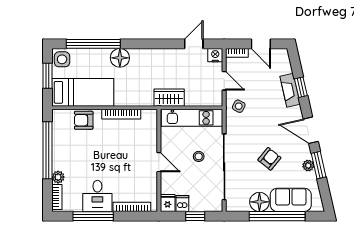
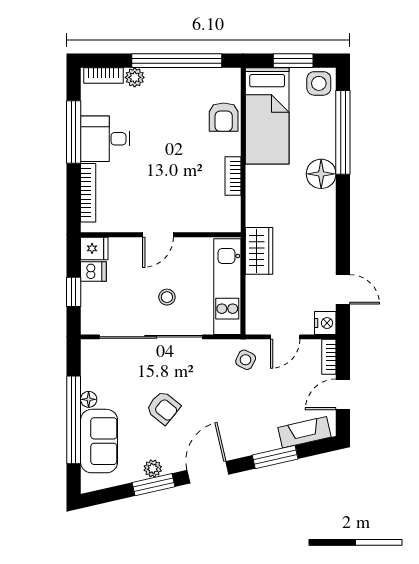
window: (301, 87) -> (275, 457), width x1.50
fireplace: (290, 90) -> (304, 432), moved
bookcase: (121, 114) -> (233, 176), width x0.64
armchair: (84, 120) -> (224, 117), turned 180
floor lamp: (259, 202) -> (89, 399), width x0.53, depth x0.53

